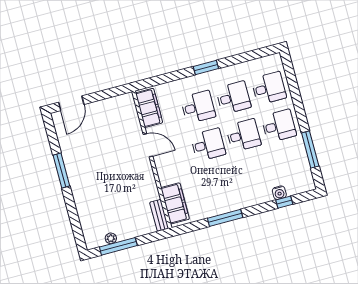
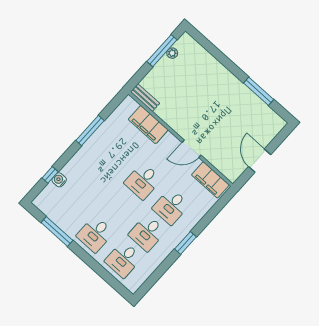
door: (71, 103) -> (260, 161), moved
desk: (243, 135) -> (119, 208), removed
window: (61, 171) -> (259, 91), moved
filing cabinet: (175, 203) -> (148, 125), moved

